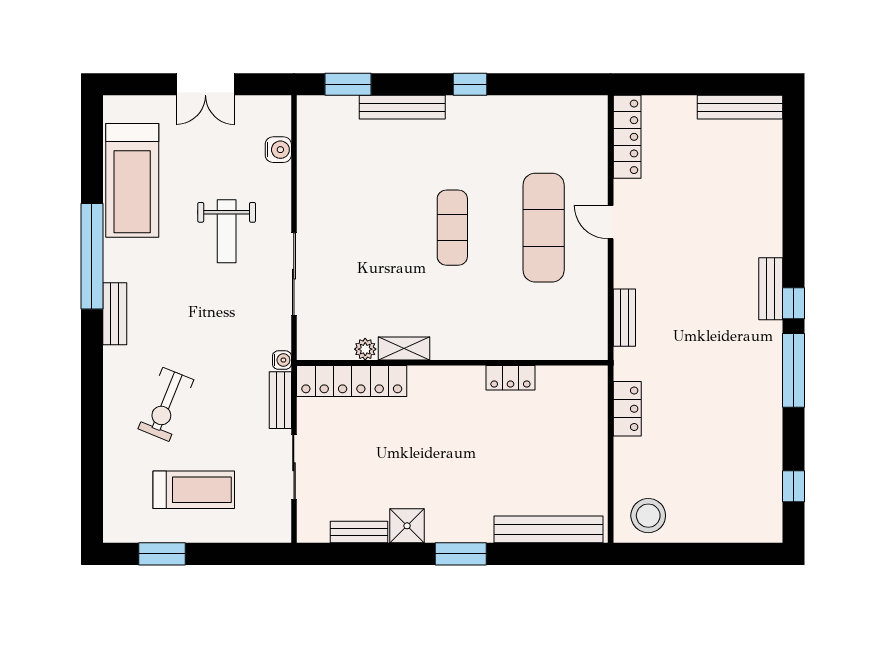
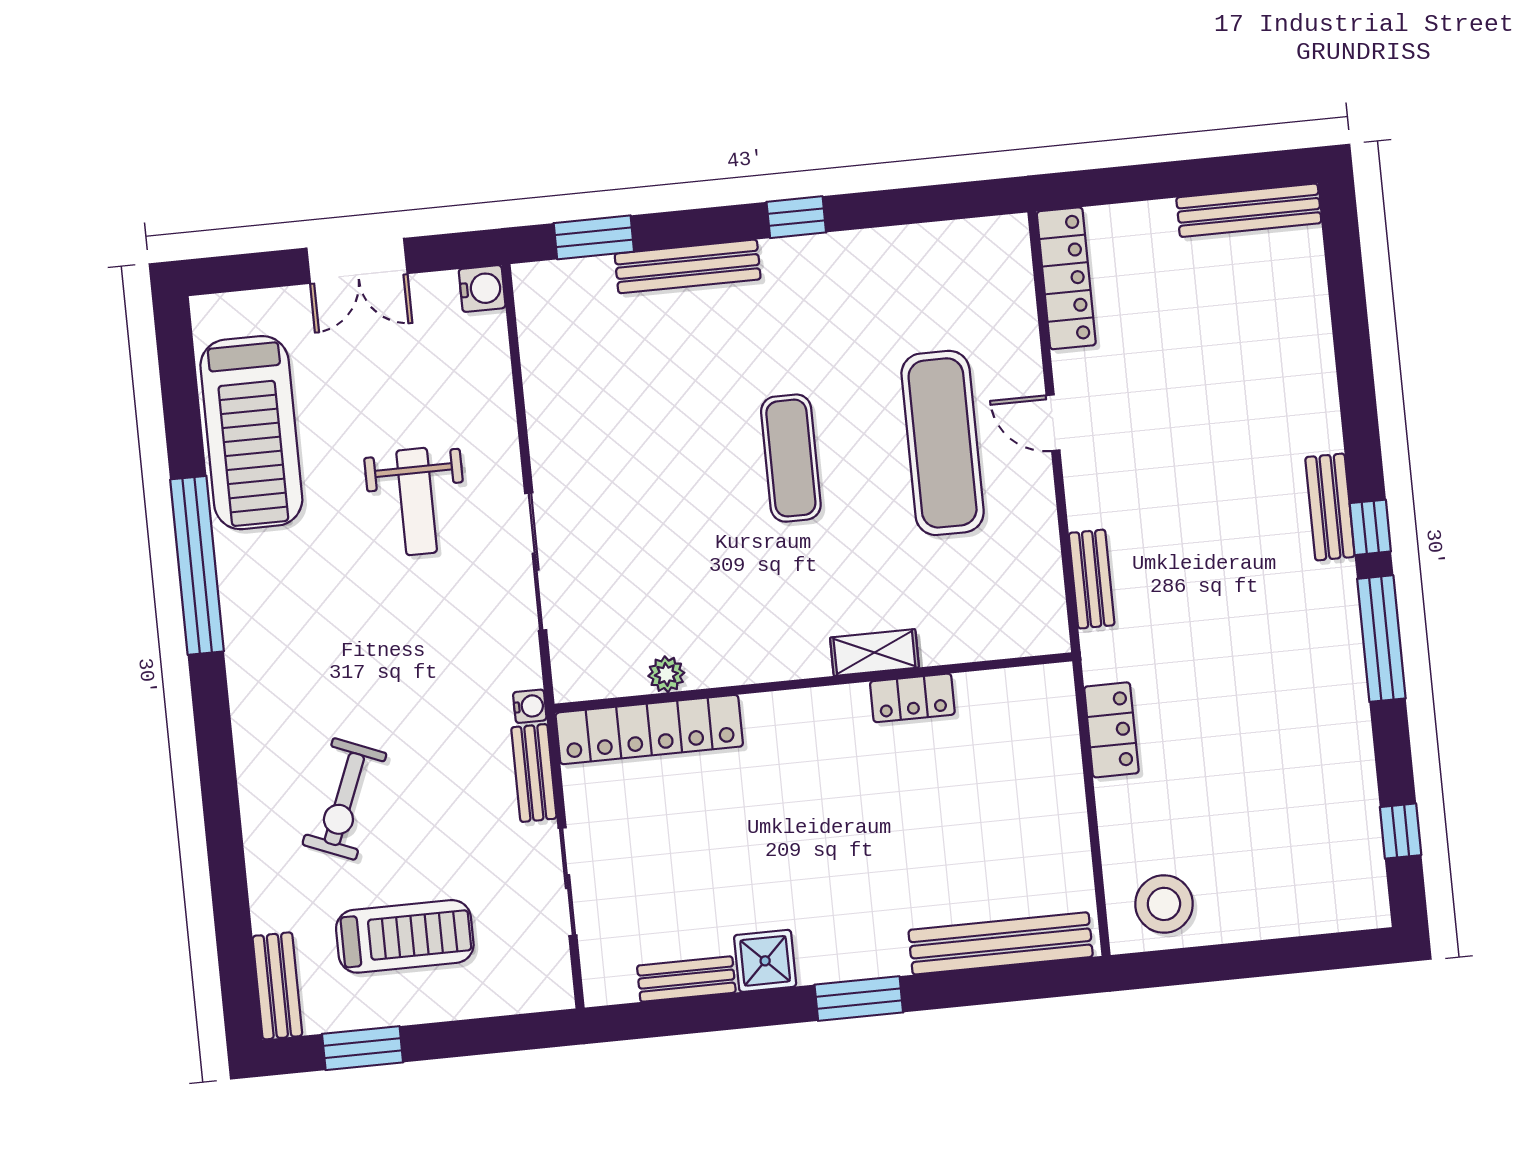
water cooler: (278, 150) -> (482, 289), moved
bench: (115, 314) -> (277, 986), moved
shelving: (404, 348) -> (874, 652), moved

